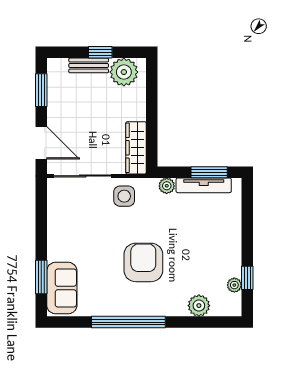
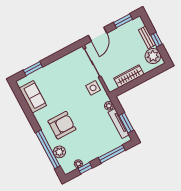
wardrobe: (136, 148) -> (129, 76), moved
window: (247, 223) -> (112, 154), added
armchair: (143, 262) -> (62, 125), moved
sofa: (62, 288) -> (33, 97), moved, turned -90
window: (128, 322) -> (48, 149), moved

